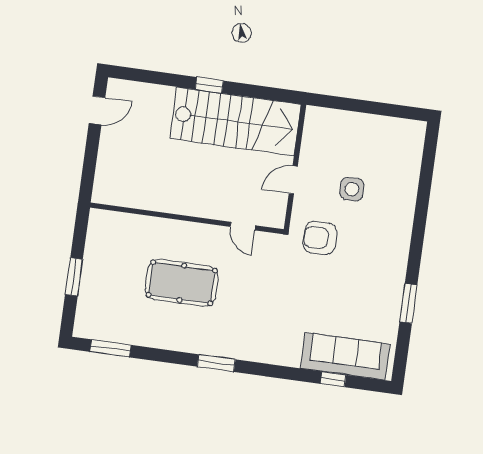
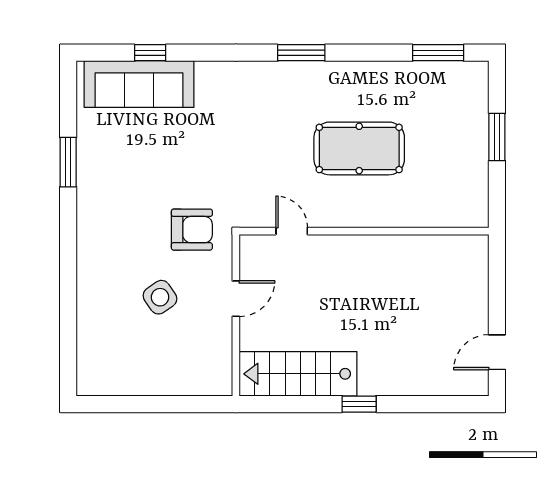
stairs: (235, 121) -> (298, 374), width x0.73, depth x0.66
side table: (352, 189) -> (160, 297), turned -35

